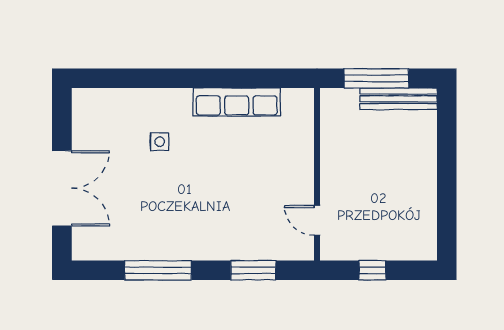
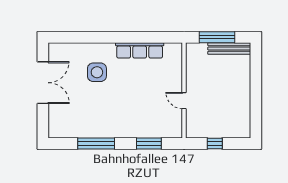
side table: (160, 142) -> (97, 72), width x1.87, depth x1.87
double door: (62, 188) -> (43, 83), moved
door: (317, 220) -> (184, 101), moved

